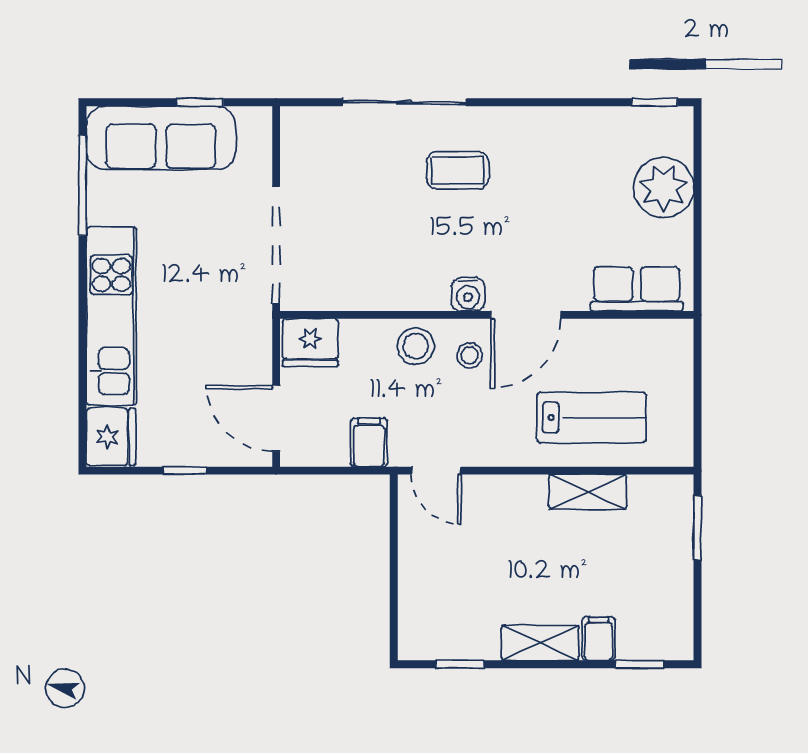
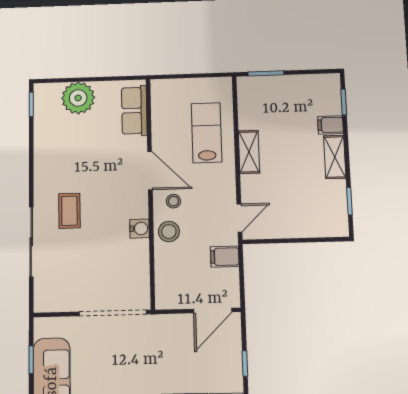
water cooler: (468, 294) -> (140, 229), moved
fridge: (310, 343) -> (168, 292), removed
shelving: (588, 492) -> (249, 152), moved

